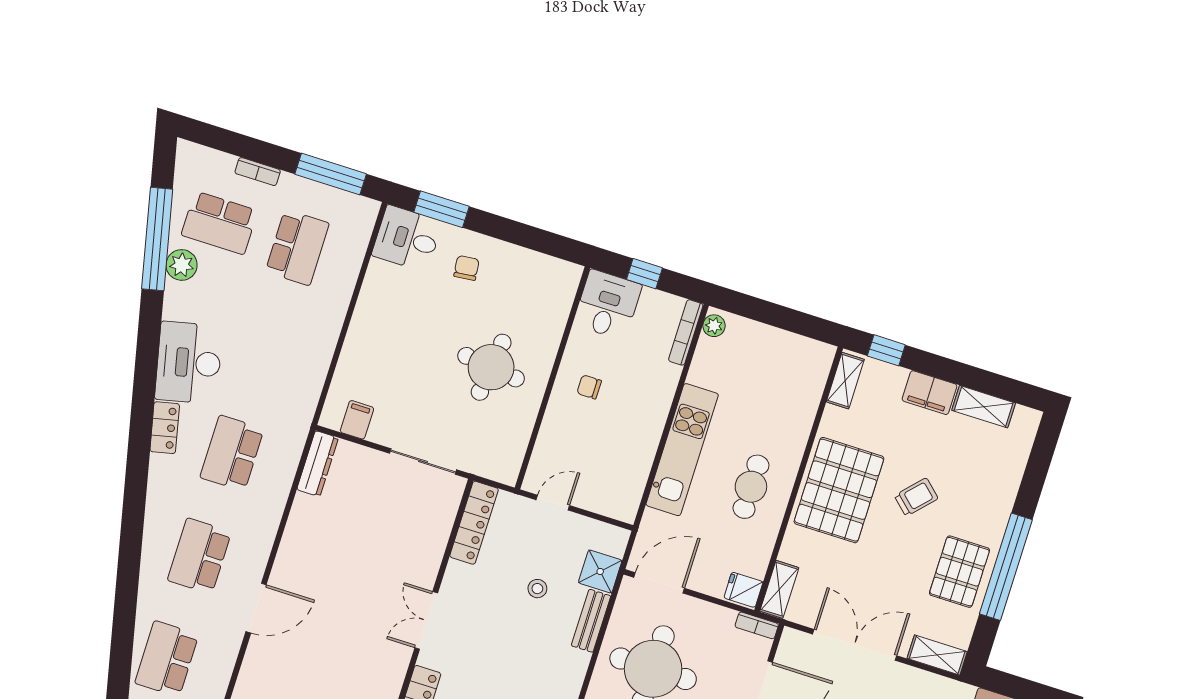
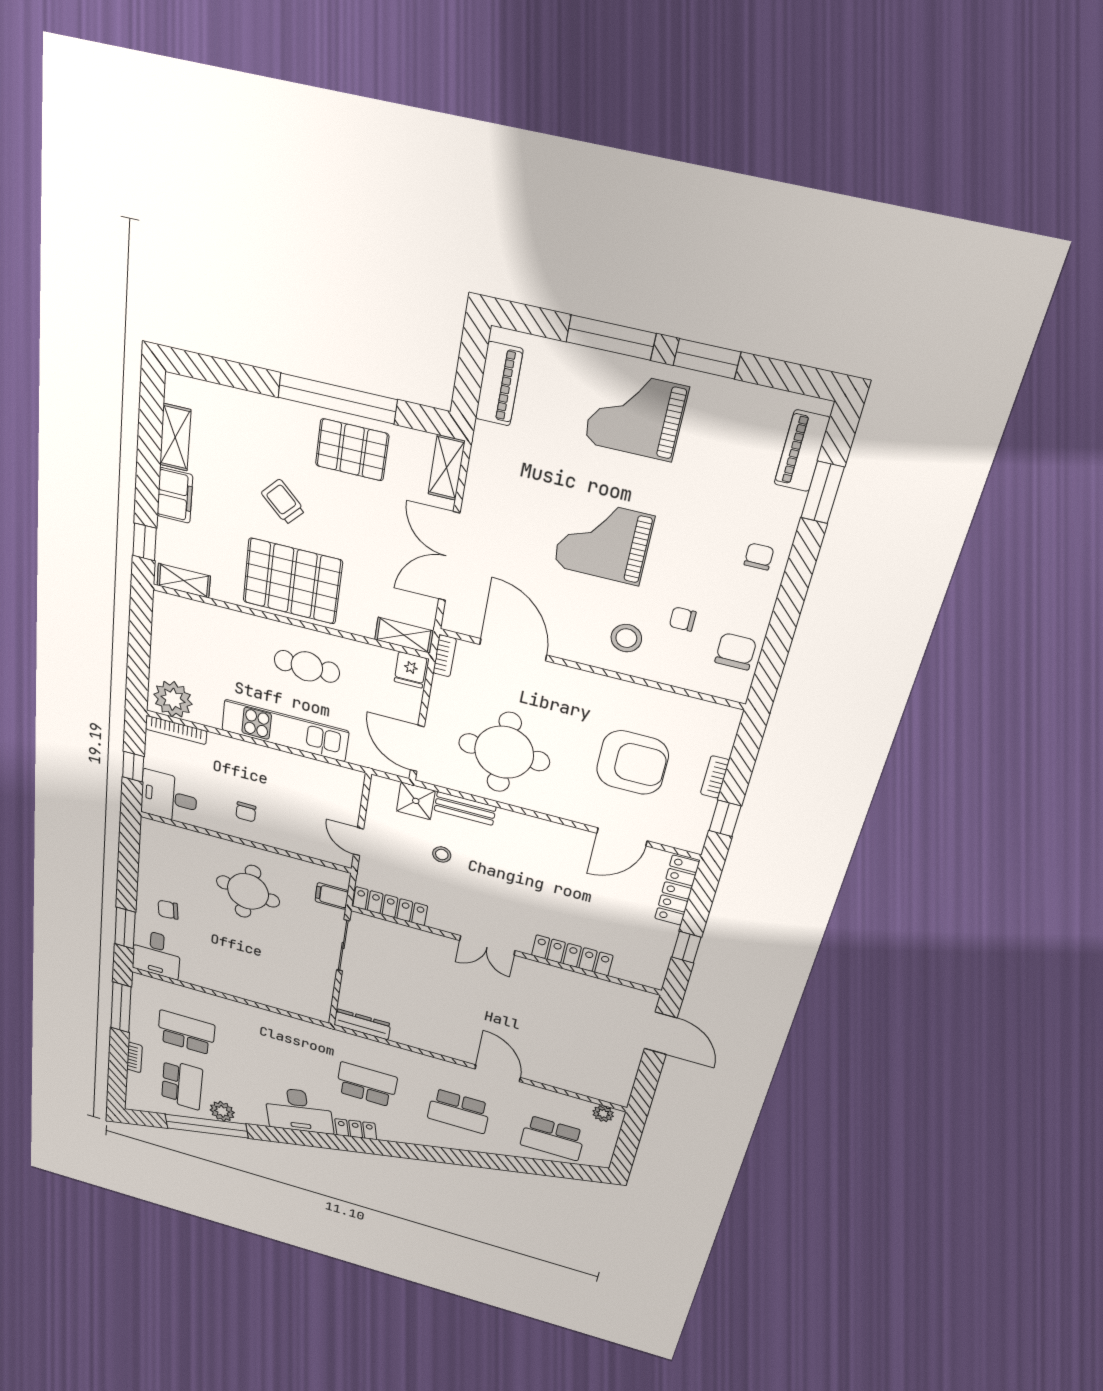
plant: (714, 326) -> (173, 699), width x1.87, depth x1.87
filing cabinet: (357, 420) -> (332, 896), moved
school desk: (232, 453) -> (367, 1084), turned 180

